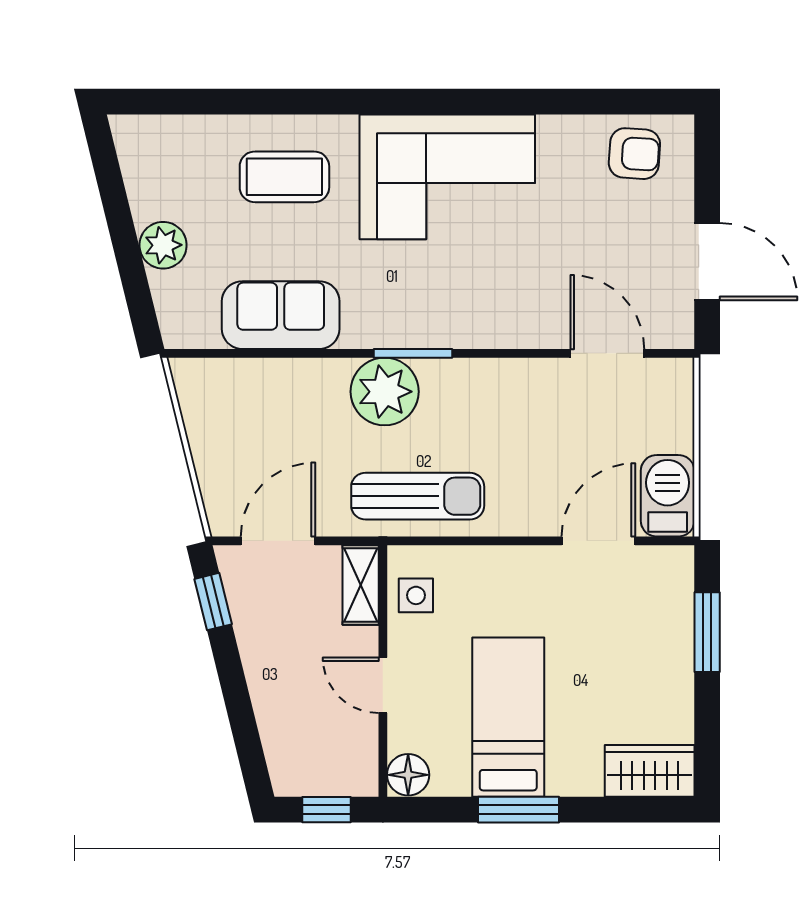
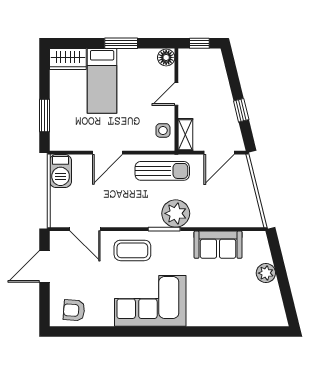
coffee table: (284, 177) -> (132, 250), moved
door: (707, 262) -> (44, 266), hinge flipped
sun lounger: (418, 496) -> (162, 171), turned 180
door: (598, 541) -> (107, 153), moved
window: (213, 602) -> (241, 110), moved
door: (383, 685) -> (176, 94), swing flipped
bed: (508, 717) -> (102, 81), moved

